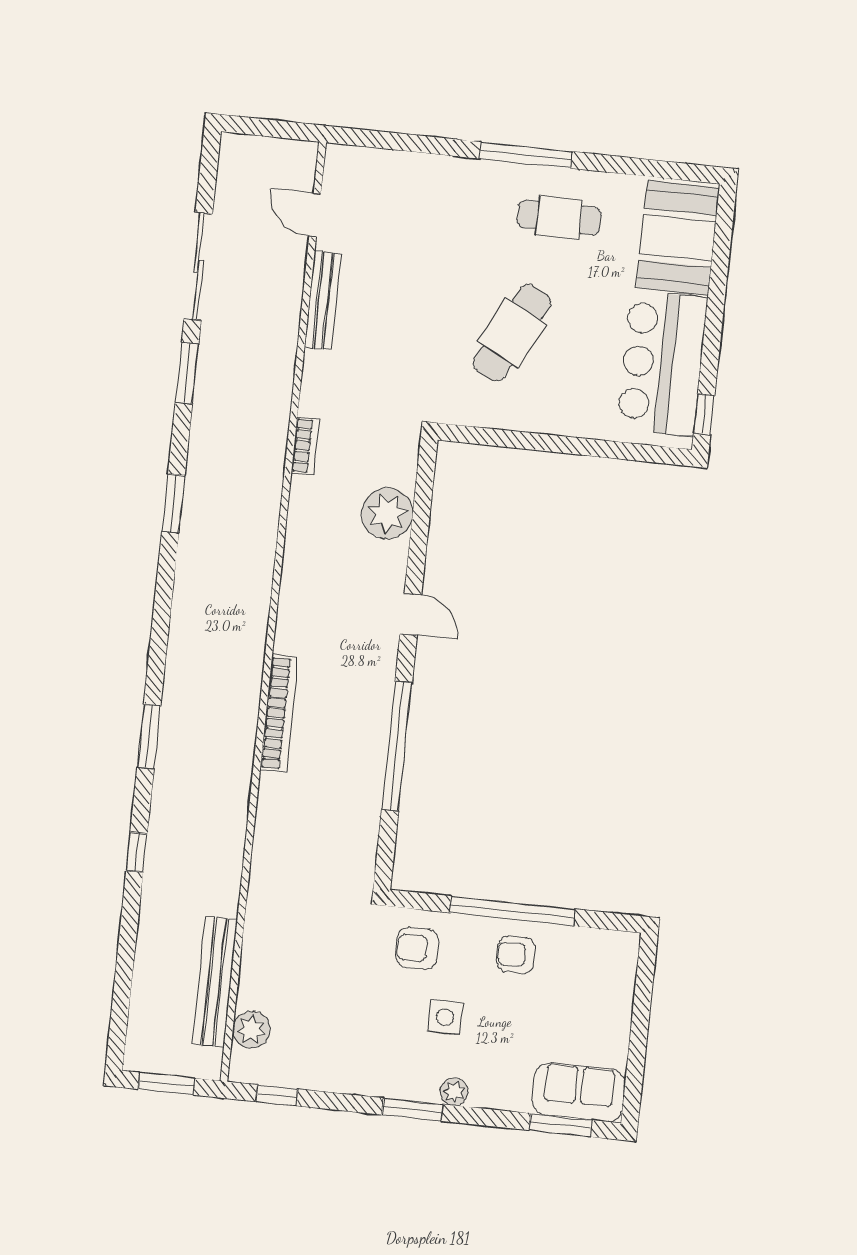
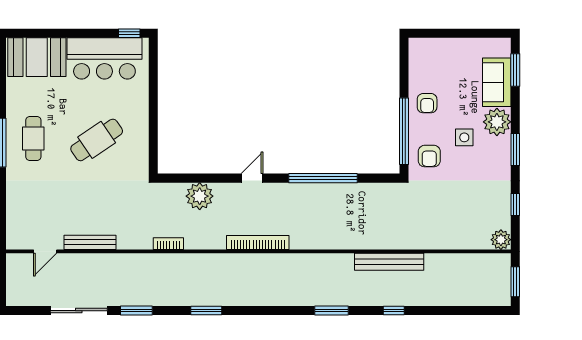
cafe table: (559, 217) -> (33, 138), moved
cafe table: (512, 333) -> (97, 140), turned -61
bookcase: (279, 713) -> (258, 243), moved
window: (512, 911) -> (404, 131), moved
bench: (215, 982) -> (389, 262), moved
plant: (251, 1030) -> (501, 240), moved
plant: (454, 1092) -> (497, 122), width x1.88, depth x1.88
sofa: (579, 1092) -> (497, 82), moved
window: (277, 1095) -> (515, 204), moved

